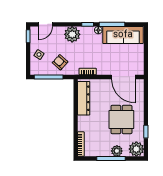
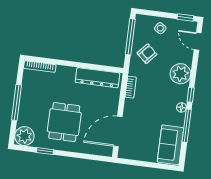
sofa: (123, 35) -> (170, 145), width x0.73
dining table: (121, 120) -> (64, 122), turned 90
plant: (117, 151) -> (25, 111), removed

